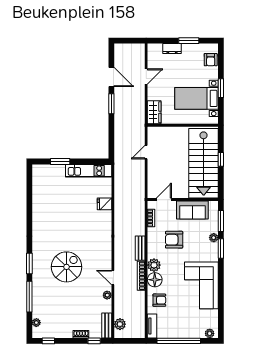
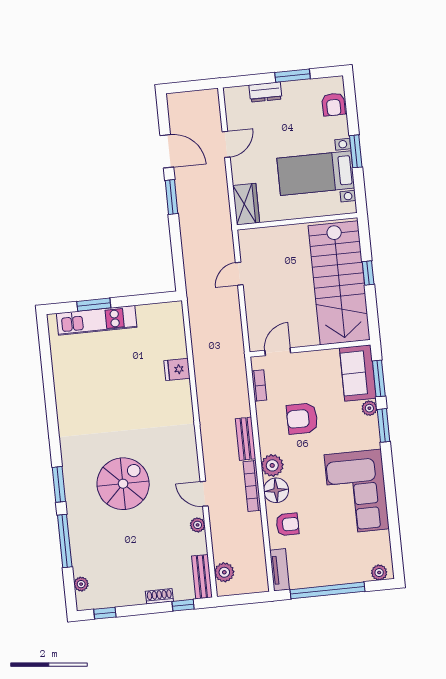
kitchen unit: (89, 171) -> (97, 320), moved
sofa: (192, 210) -> (358, 373), moved, turned 90

